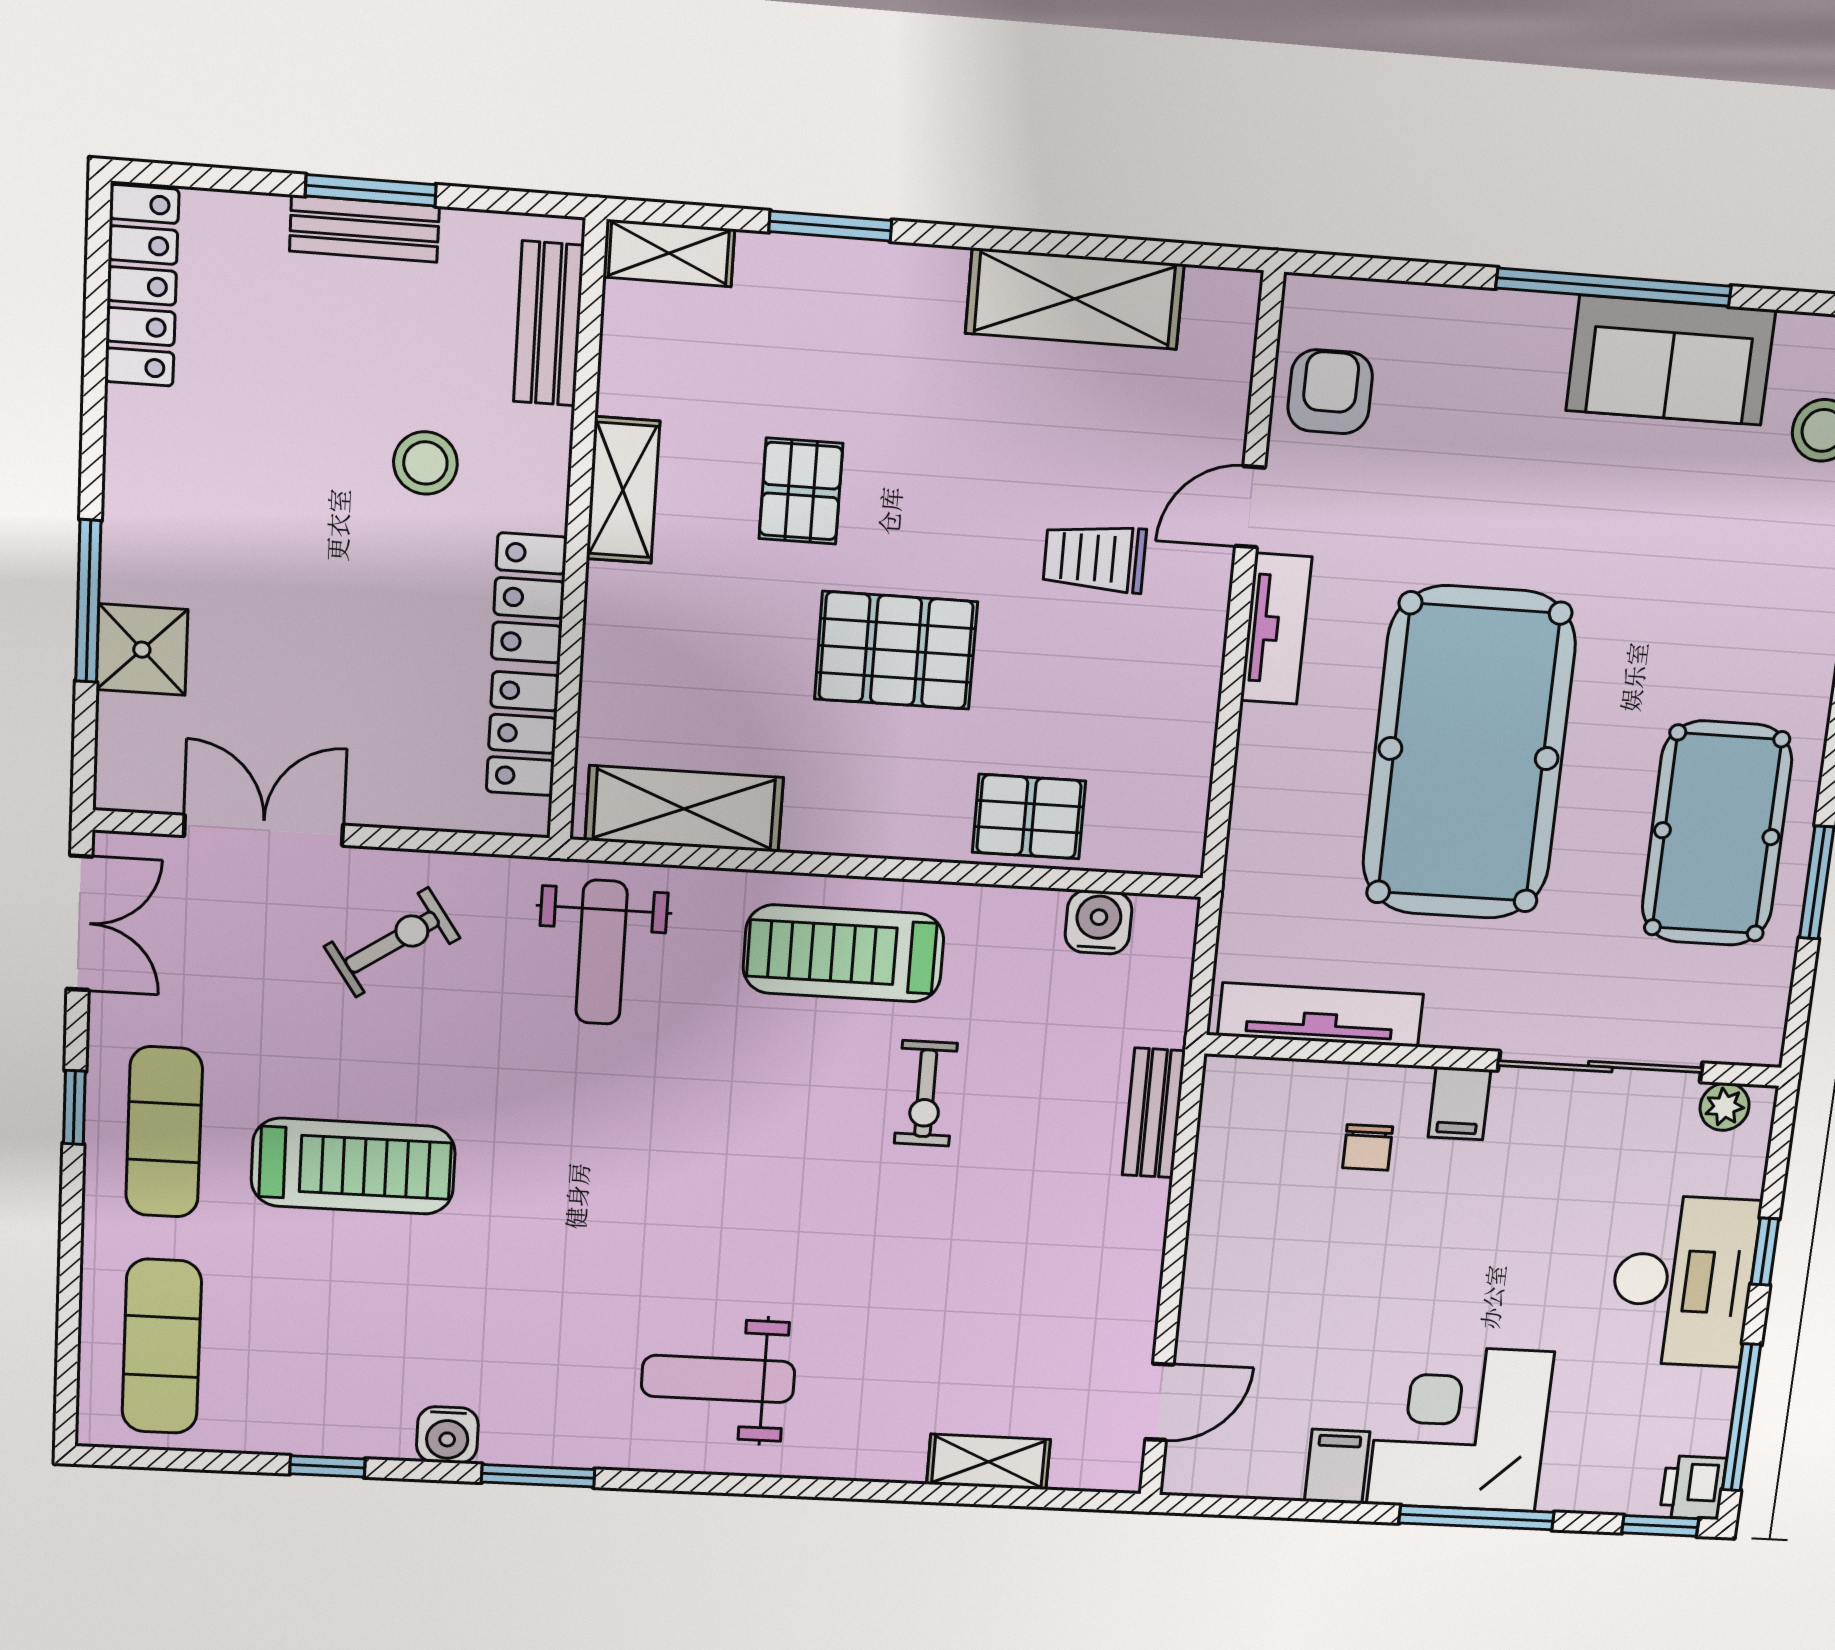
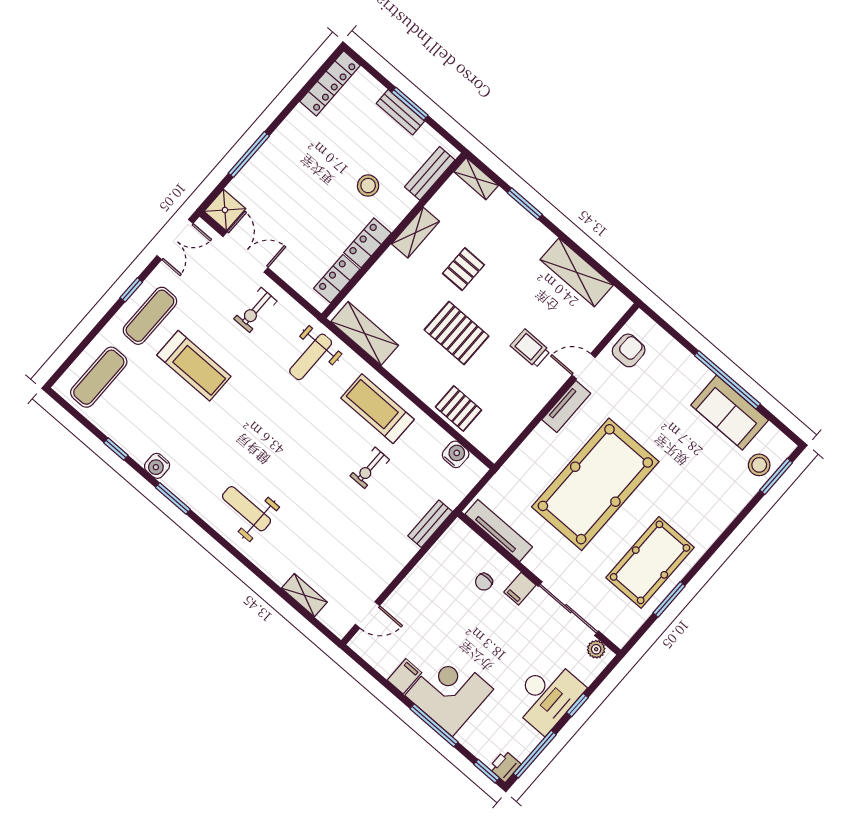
shower: (142, 650) -> (225, 210), moved
exercise bike: (392, 942) -> (255, 310), turned 124

